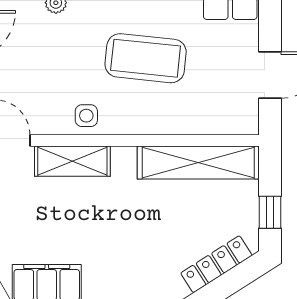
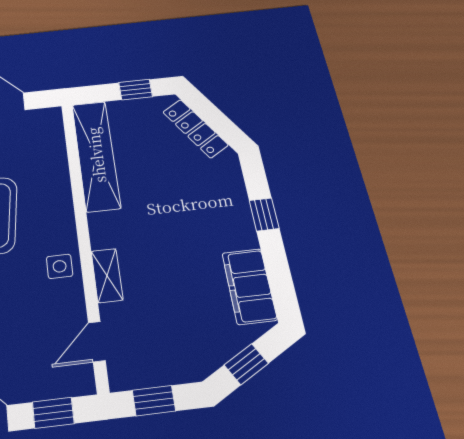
shelving: (72, 161) -> (107, 275), width x0.67, depth x0.75

